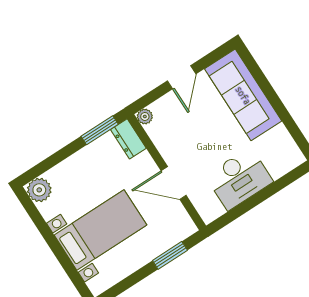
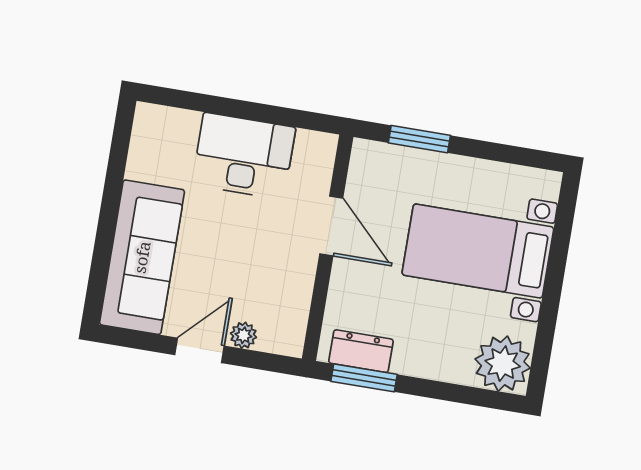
plant: (145, 116) -> (243, 335), moved
dresser: (128, 139) -> (361, 351), moved, turned -90
plant: (39, 190) -> (503, 364), width x1.36, depth x1.36

